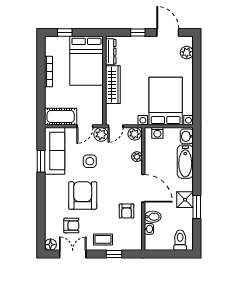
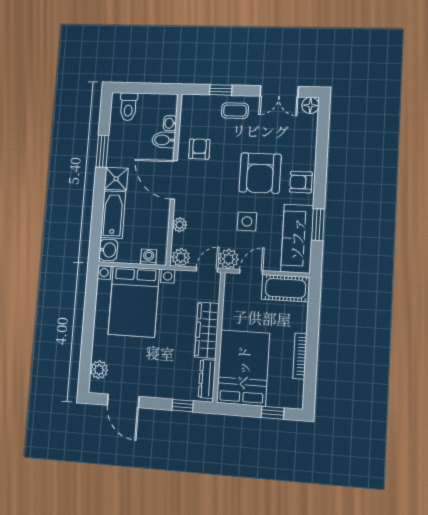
window: (138, 33) -> (183, 406), moved
shower: (185, 200) -> (116, 179), moved
armchair: (71, 226) -> (301, 182), moved

